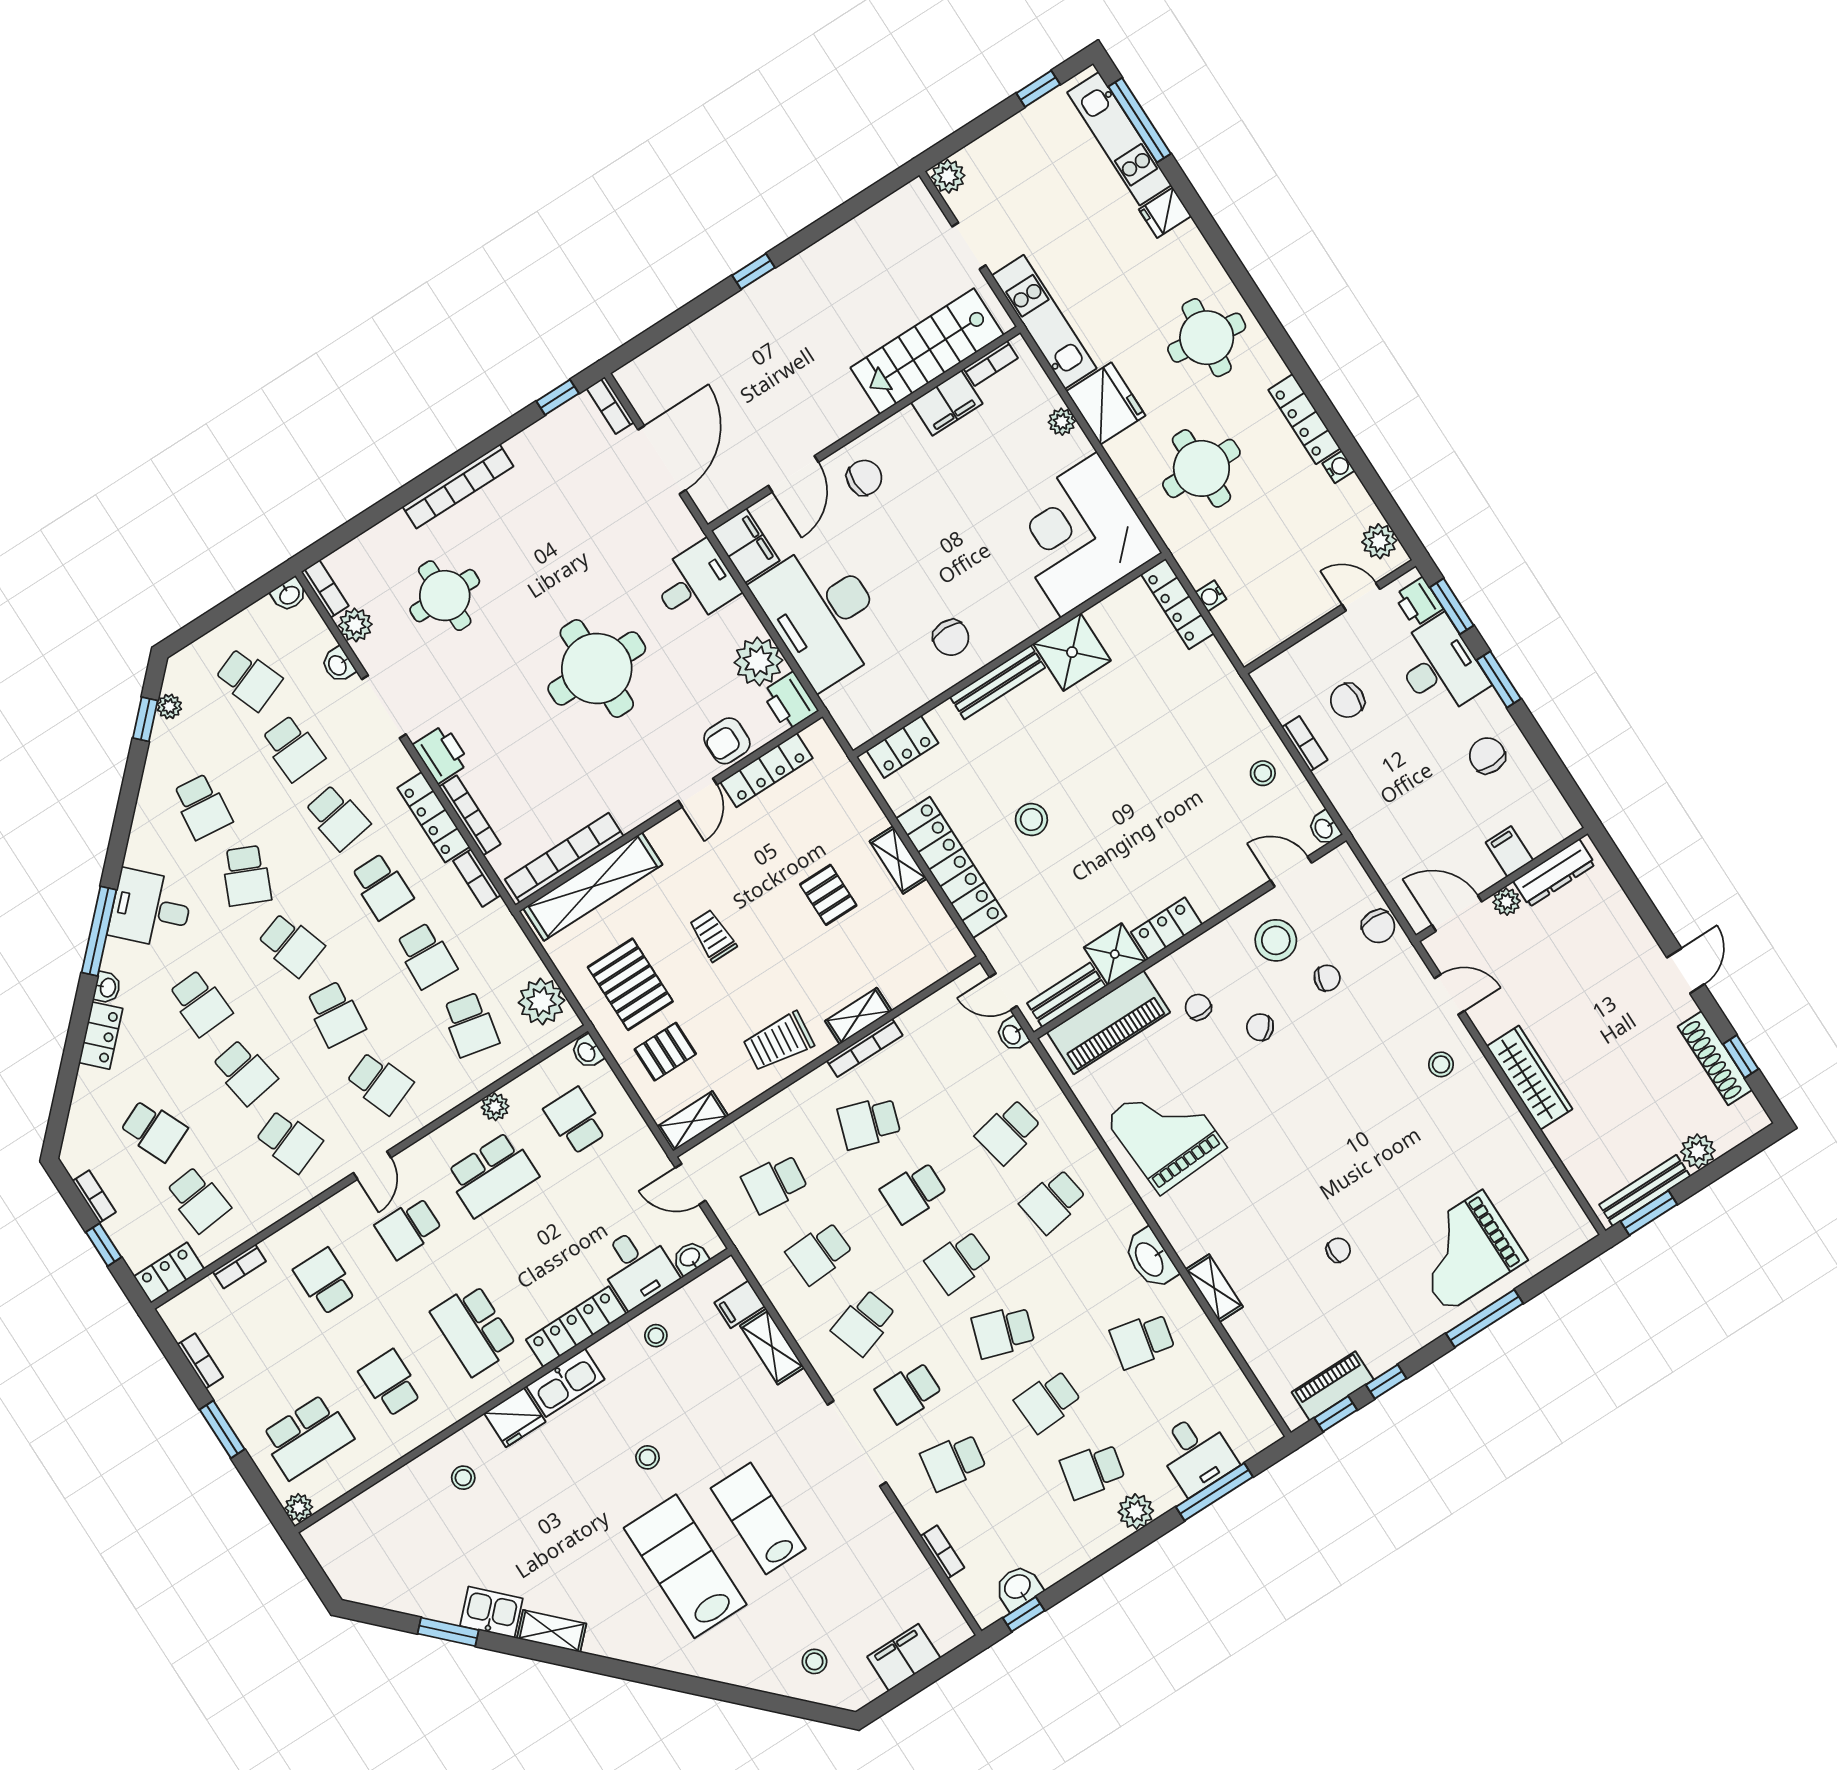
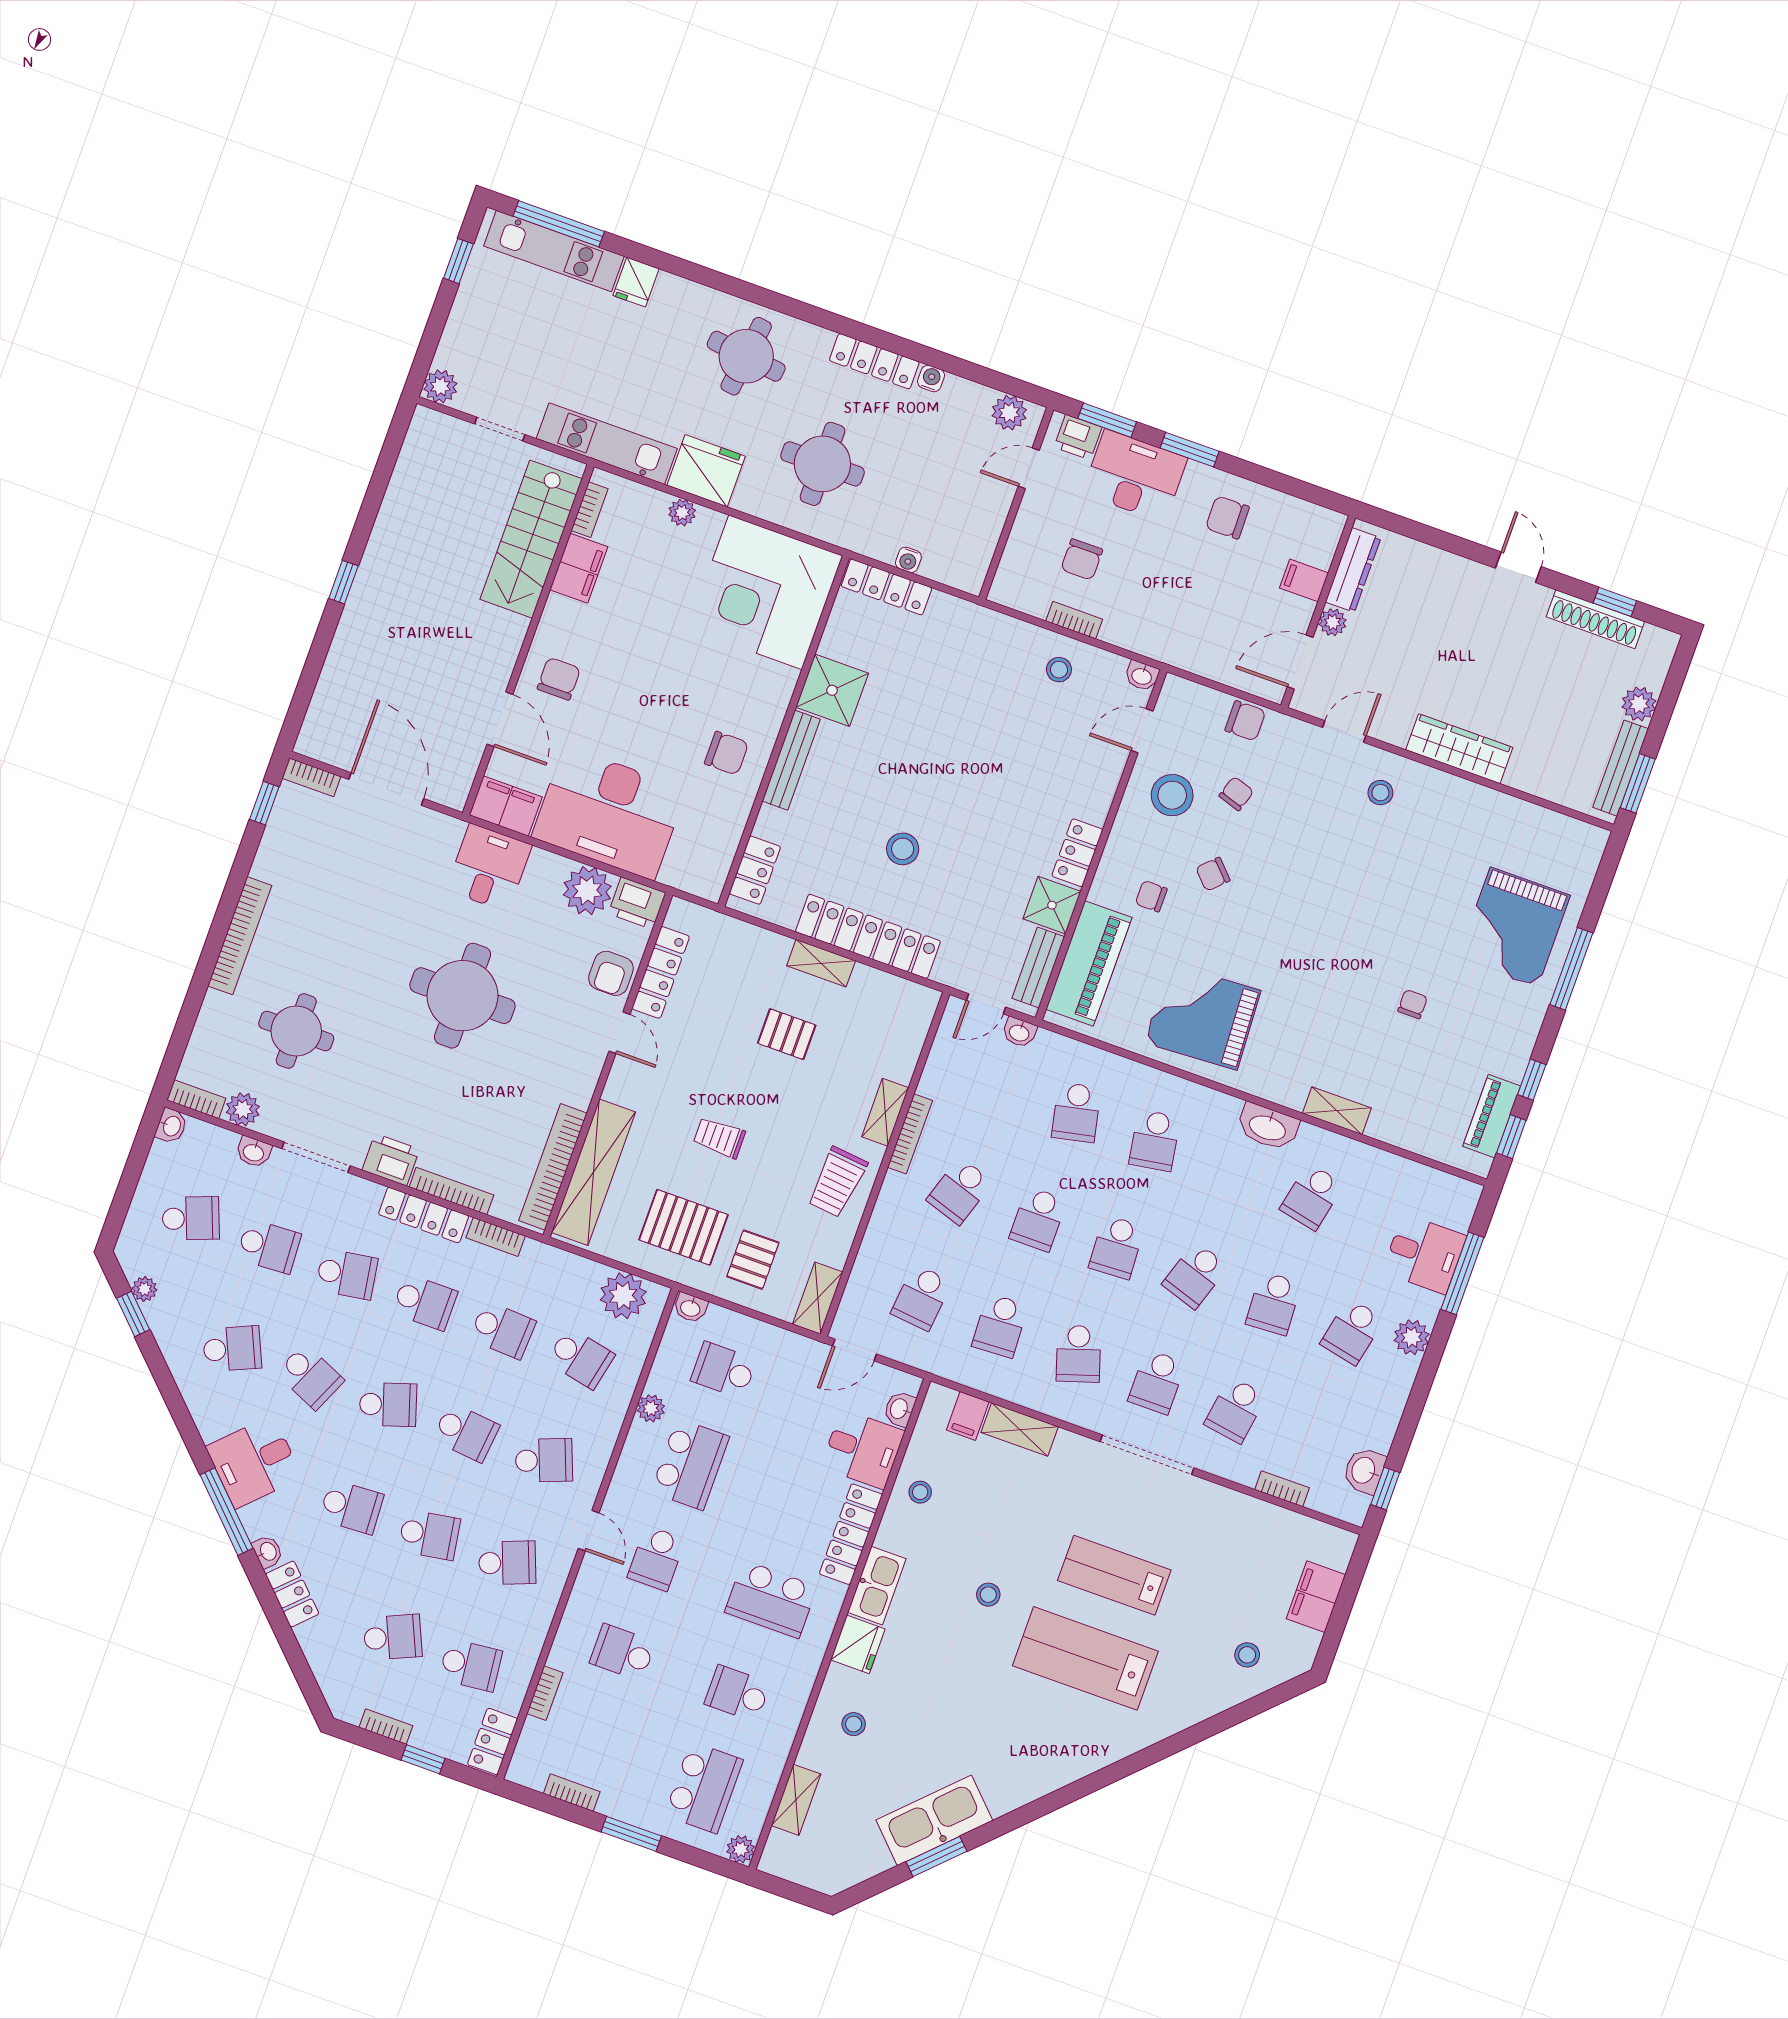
school desk: (202, 806) -> (232, 1349), turned -30
kitchen sink: (491, 1612) -> (934, 1820), width x1.87, depth x1.24
shelving: (552, 1631) -> (796, 1800), moved, turned -45

